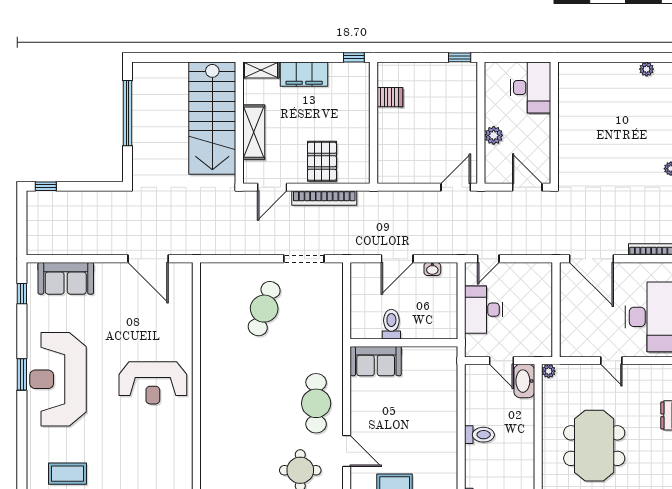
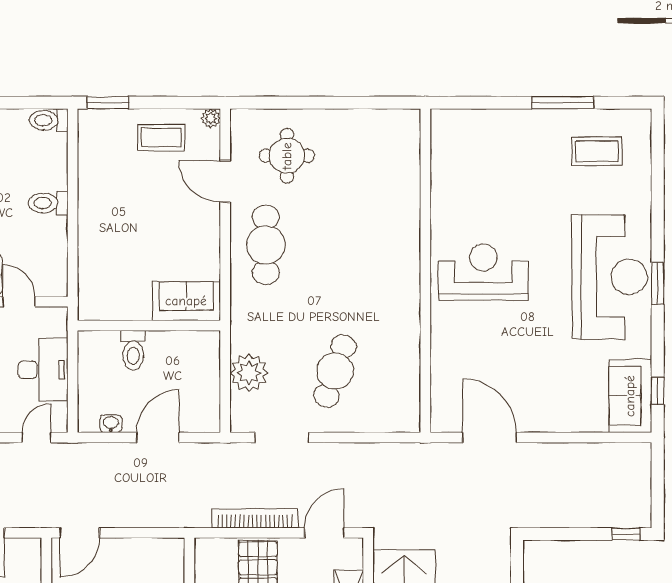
sofa: (66, 278) -> (630, 396), moved, turned -90
plant: (329, 307) -> (249, 373), added
toilet: (391, 324) -> (133, 350), moved

